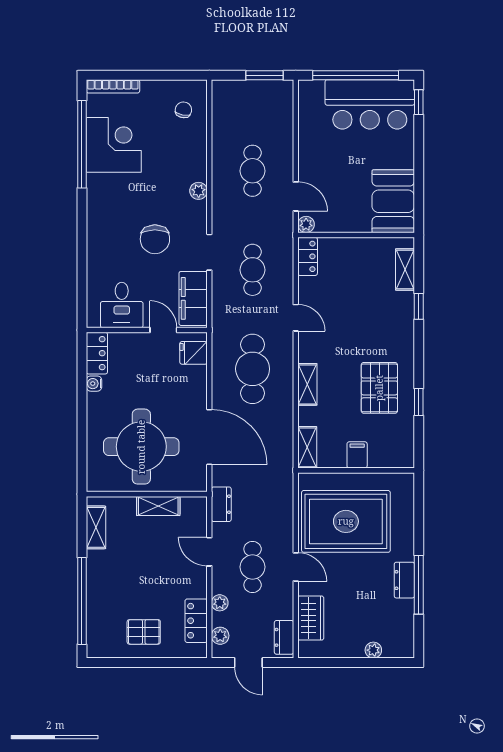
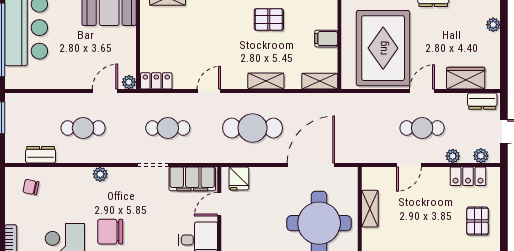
chair: (155, 239) -> (110, 232), moved, turned 180
pallet: (379, 388) -> (269, 19), width x0.67, depth x0.71
dresser: (221, 504) -> (41, 155), moved

